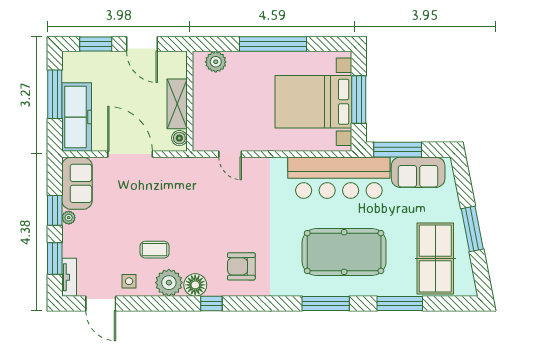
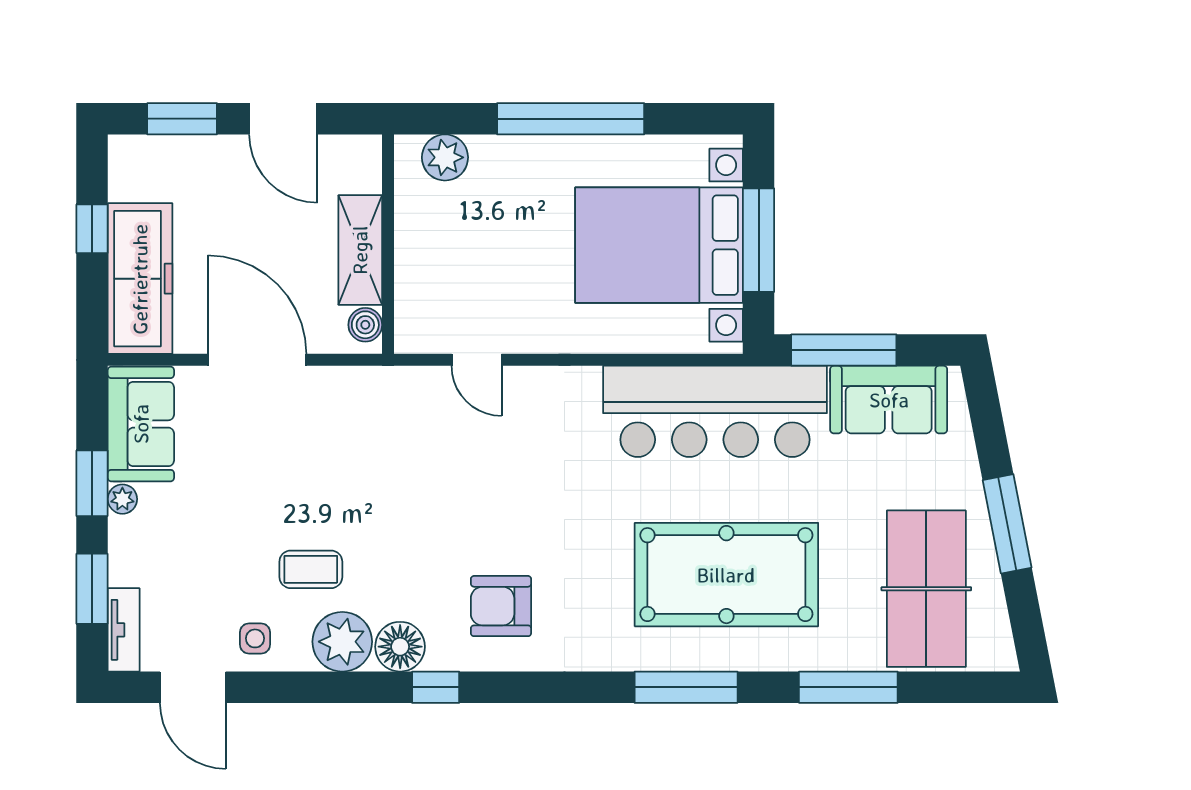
window: (55, 94) -> (92, 229), width x0.46

